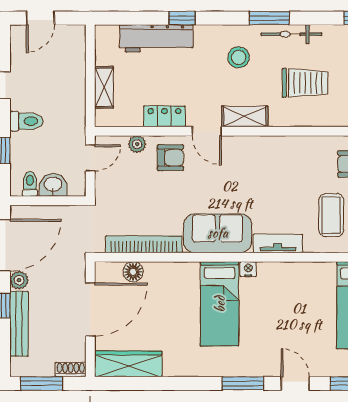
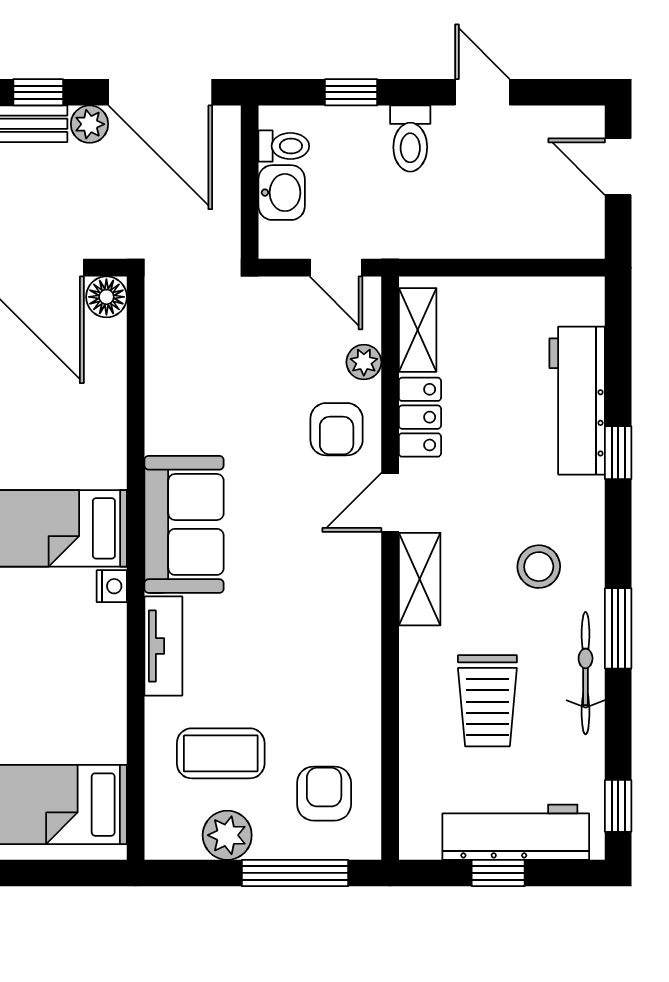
shelving: (104, 87) -> (418, 330), moved, turned 90
bookcase: (144, 244) -> (162, 376), removed
floor lamp: (133, 272) -> (106, 297), moved

